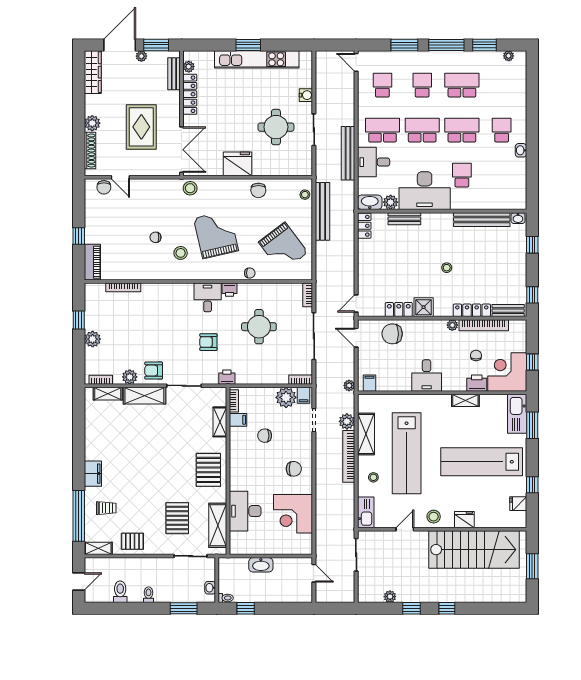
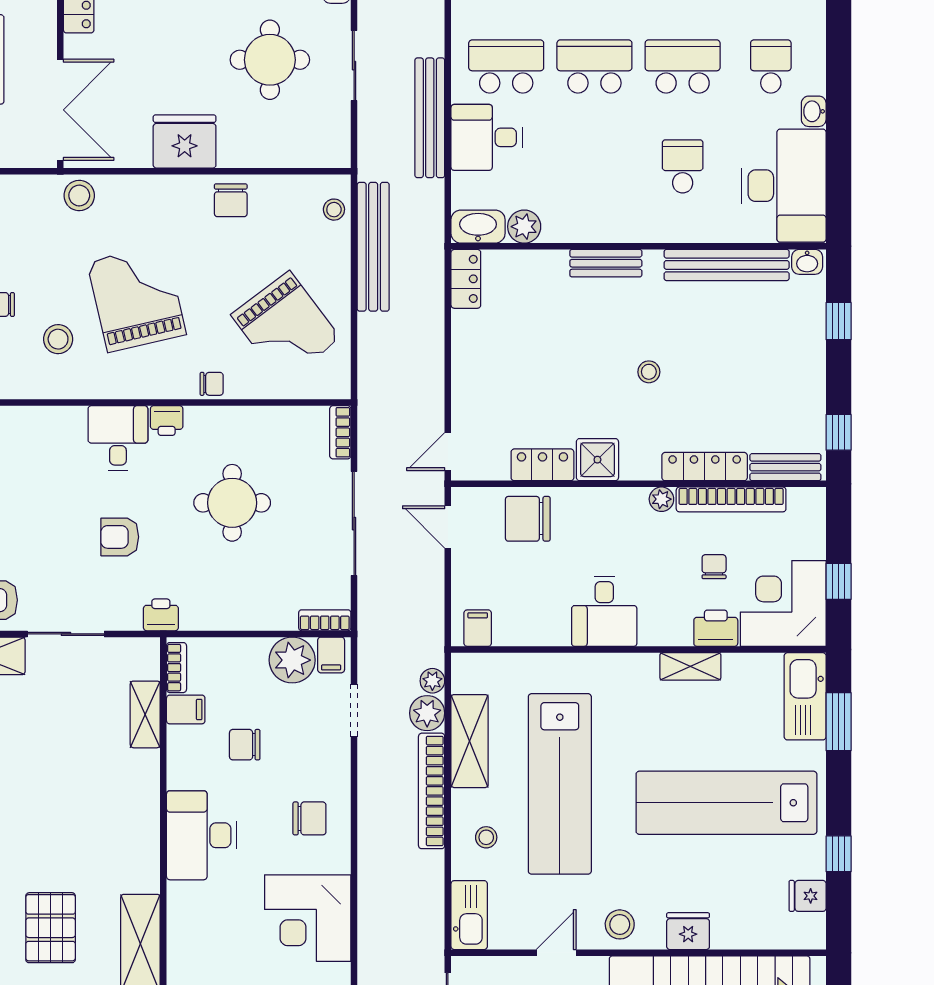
desk: (425, 191) -> (784, 186), moved, turned -90
bench: (404, 219) -> (606, 263), moved
plant: (349, 385) -> (432, 681), moved
pallet: (208, 470) -> (120, 821), removed
desk: (245, 511) -> (201, 835), moved

